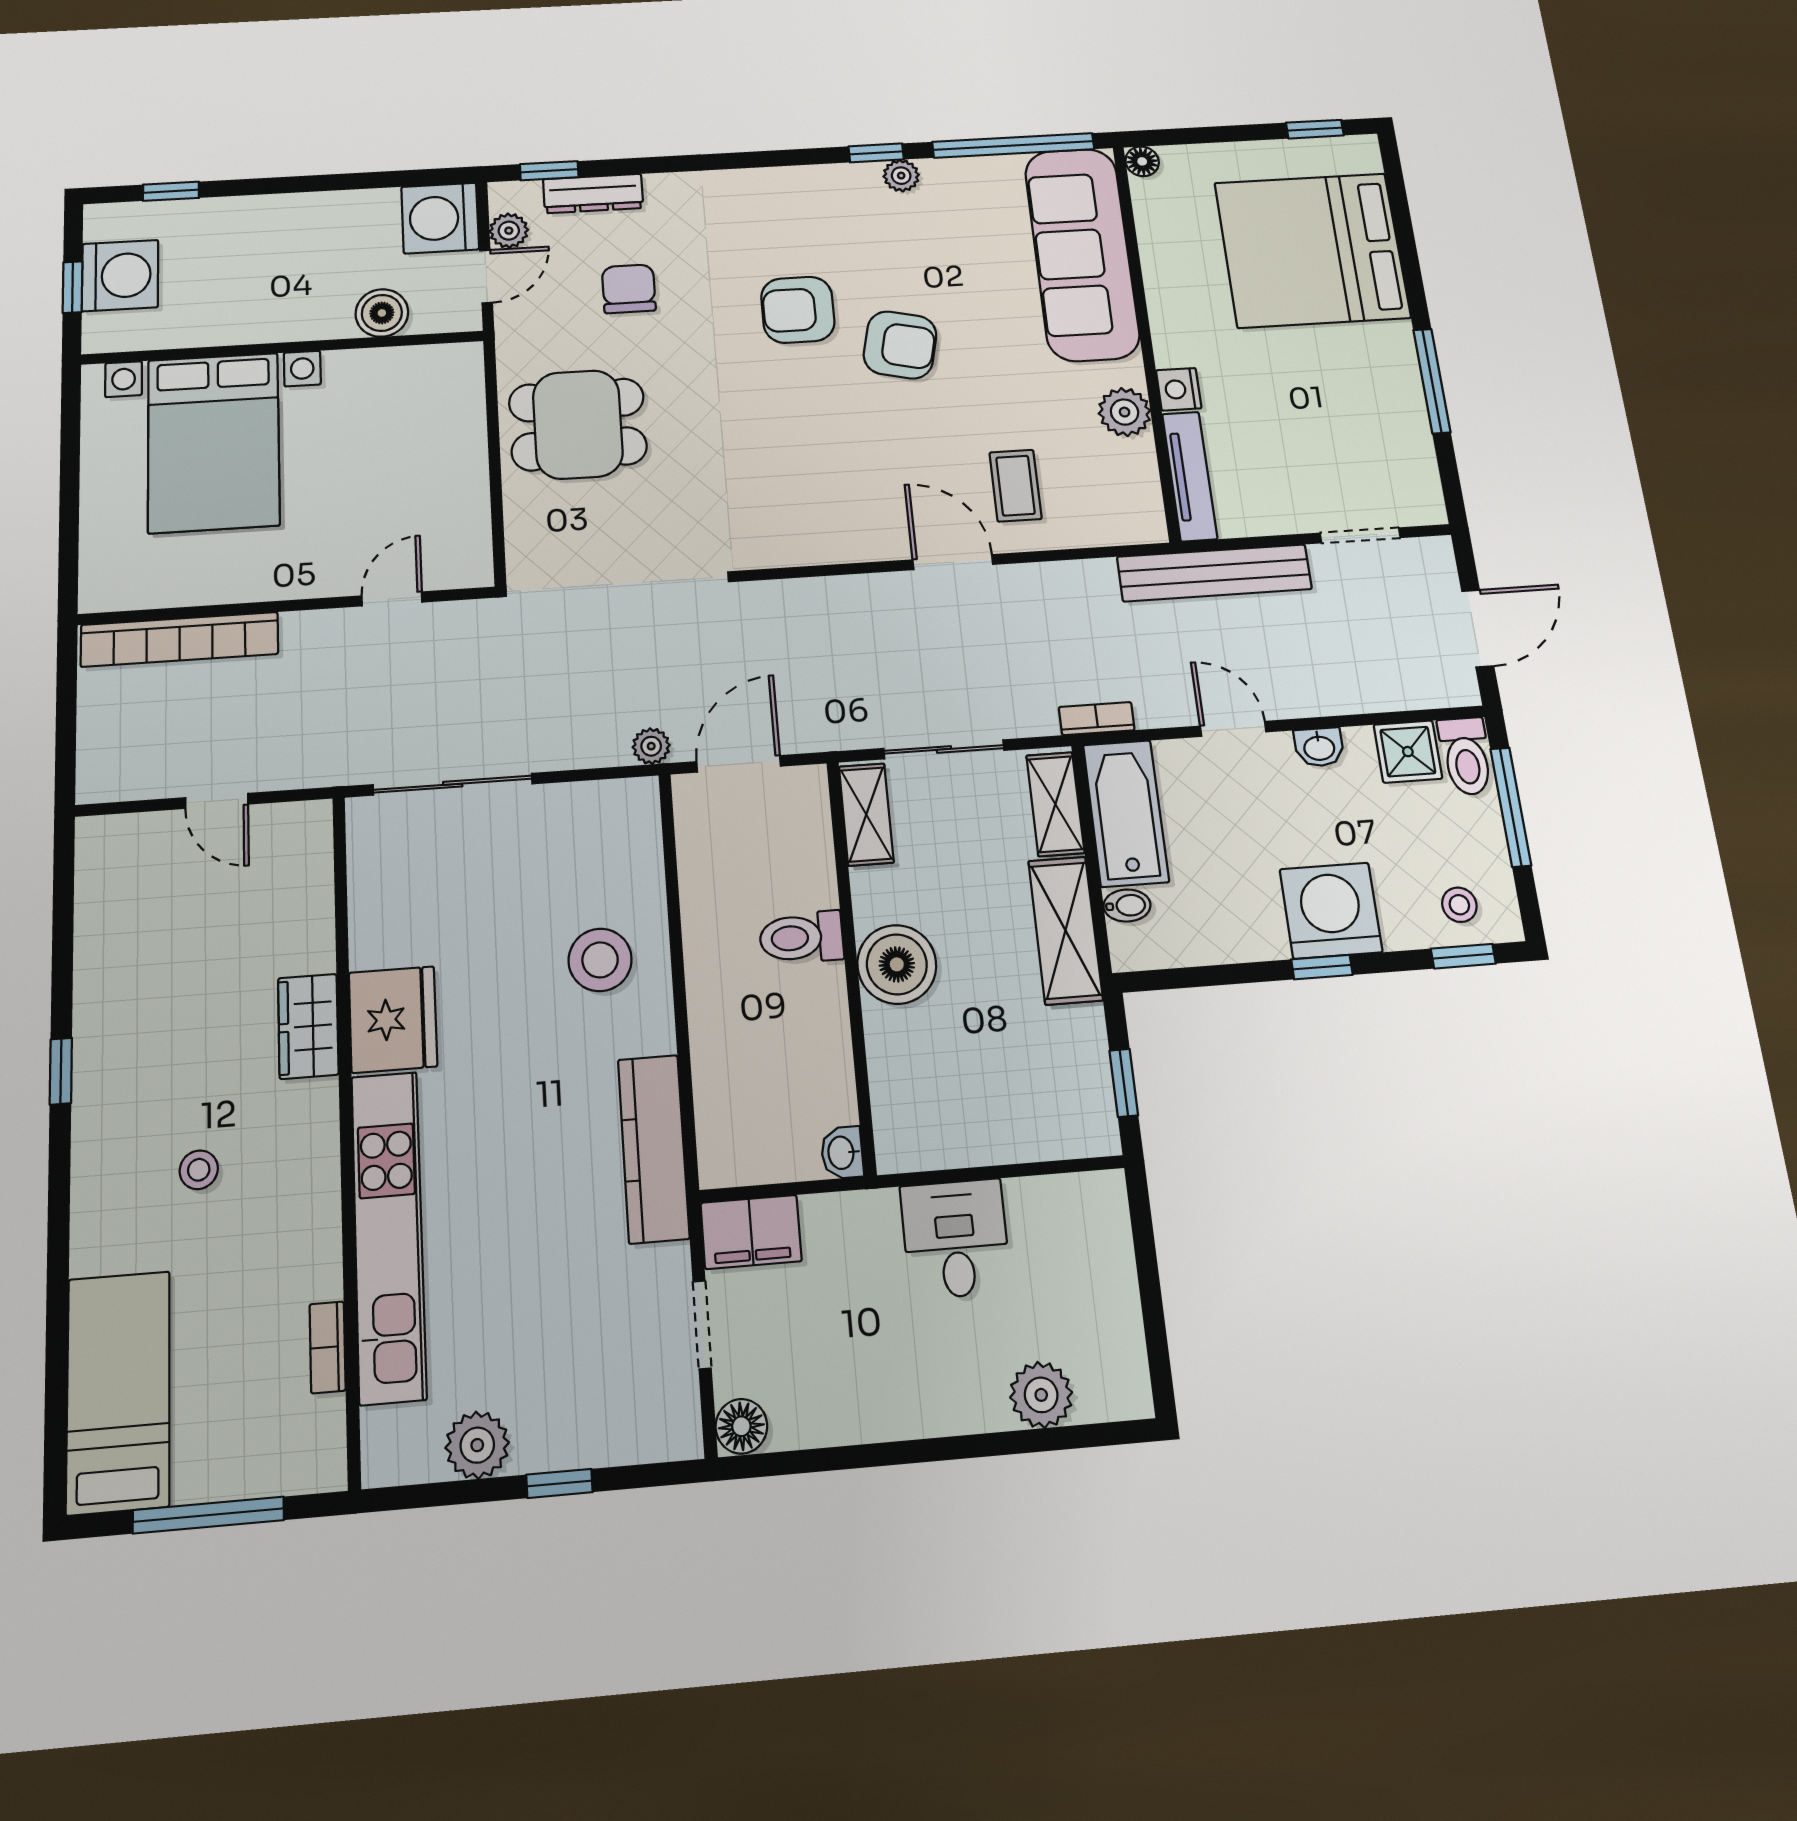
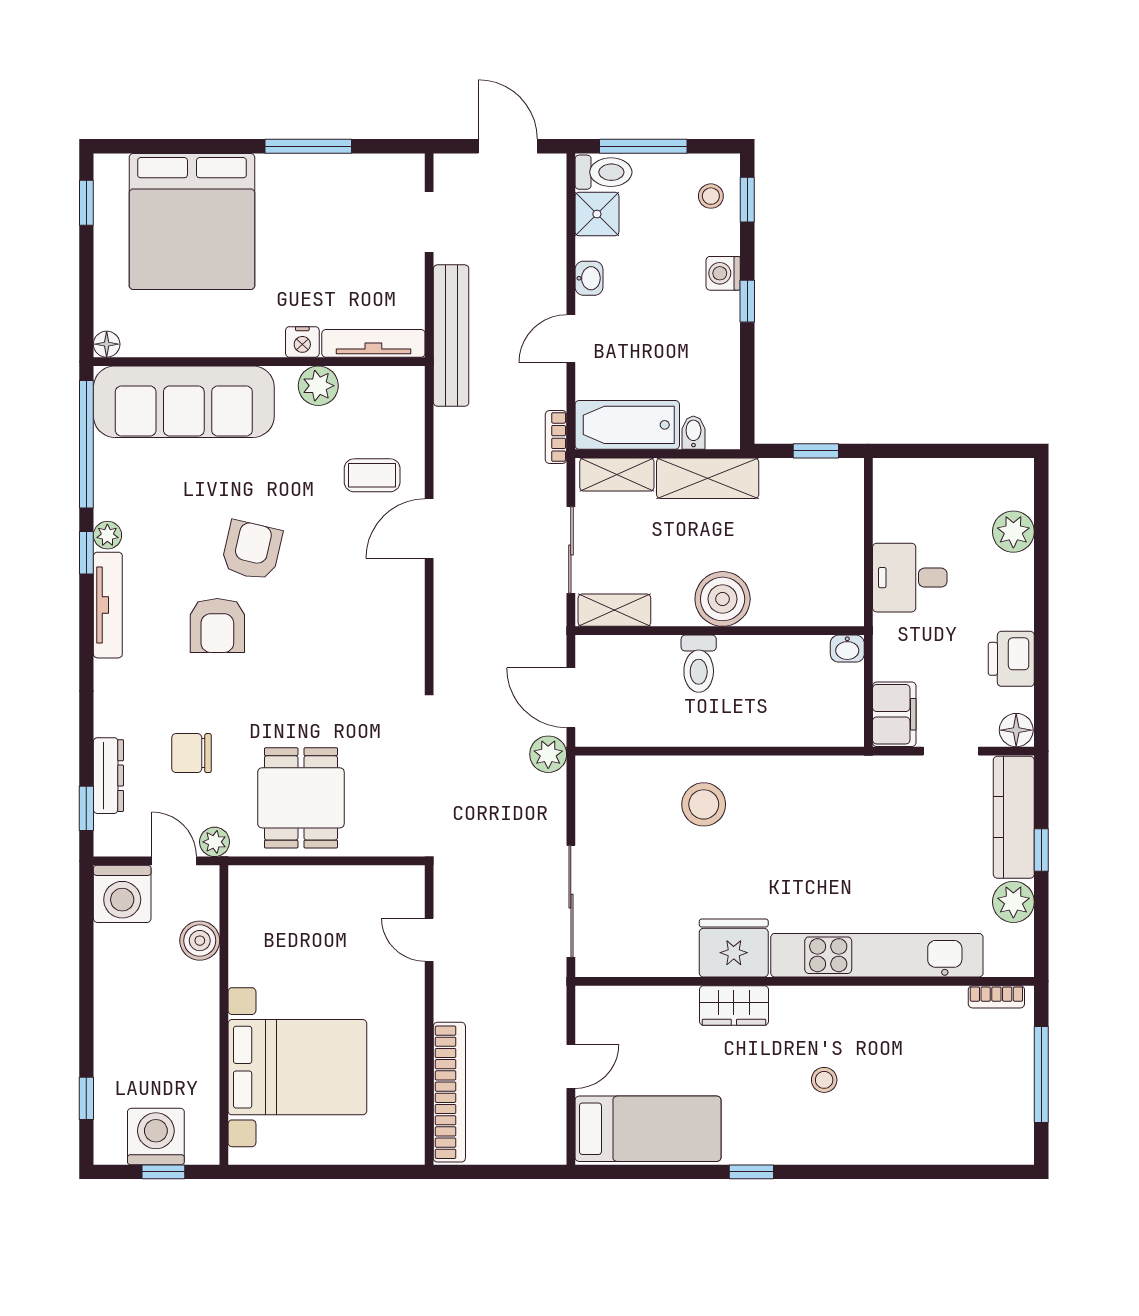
tv unit: (812, 181) -> (108, 605), added
plant: (509, 231) -> (215, 842), moved
plant: (651, 746) -> (548, 754), width x1.38, depth x1.38
washing machine: (1331, 911) -> (723, 273), width x0.53, depth x0.53
kitchen counter: (654, 1148) -> (1014, 817), moved, turned 90
bookcase: (328, 1347) -> (996, 997), moved
bed: (118, 1392) -> (648, 1129), moved, turned 180
printer: (849, 1409) -> (1011, 659), added

